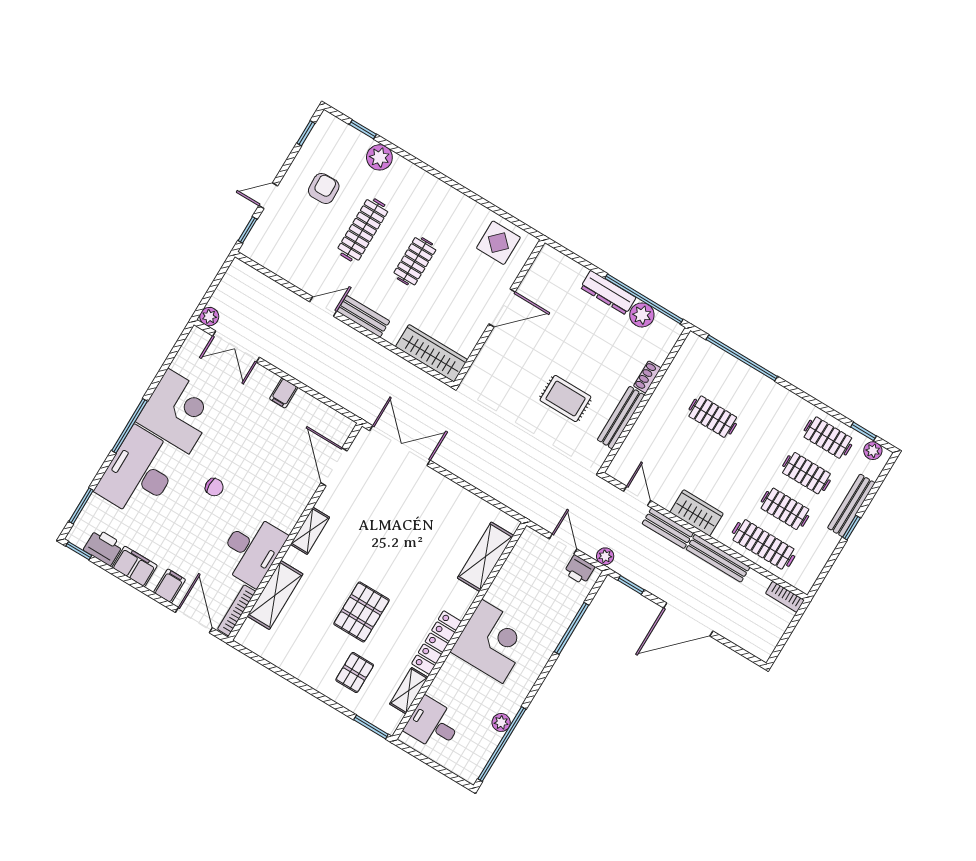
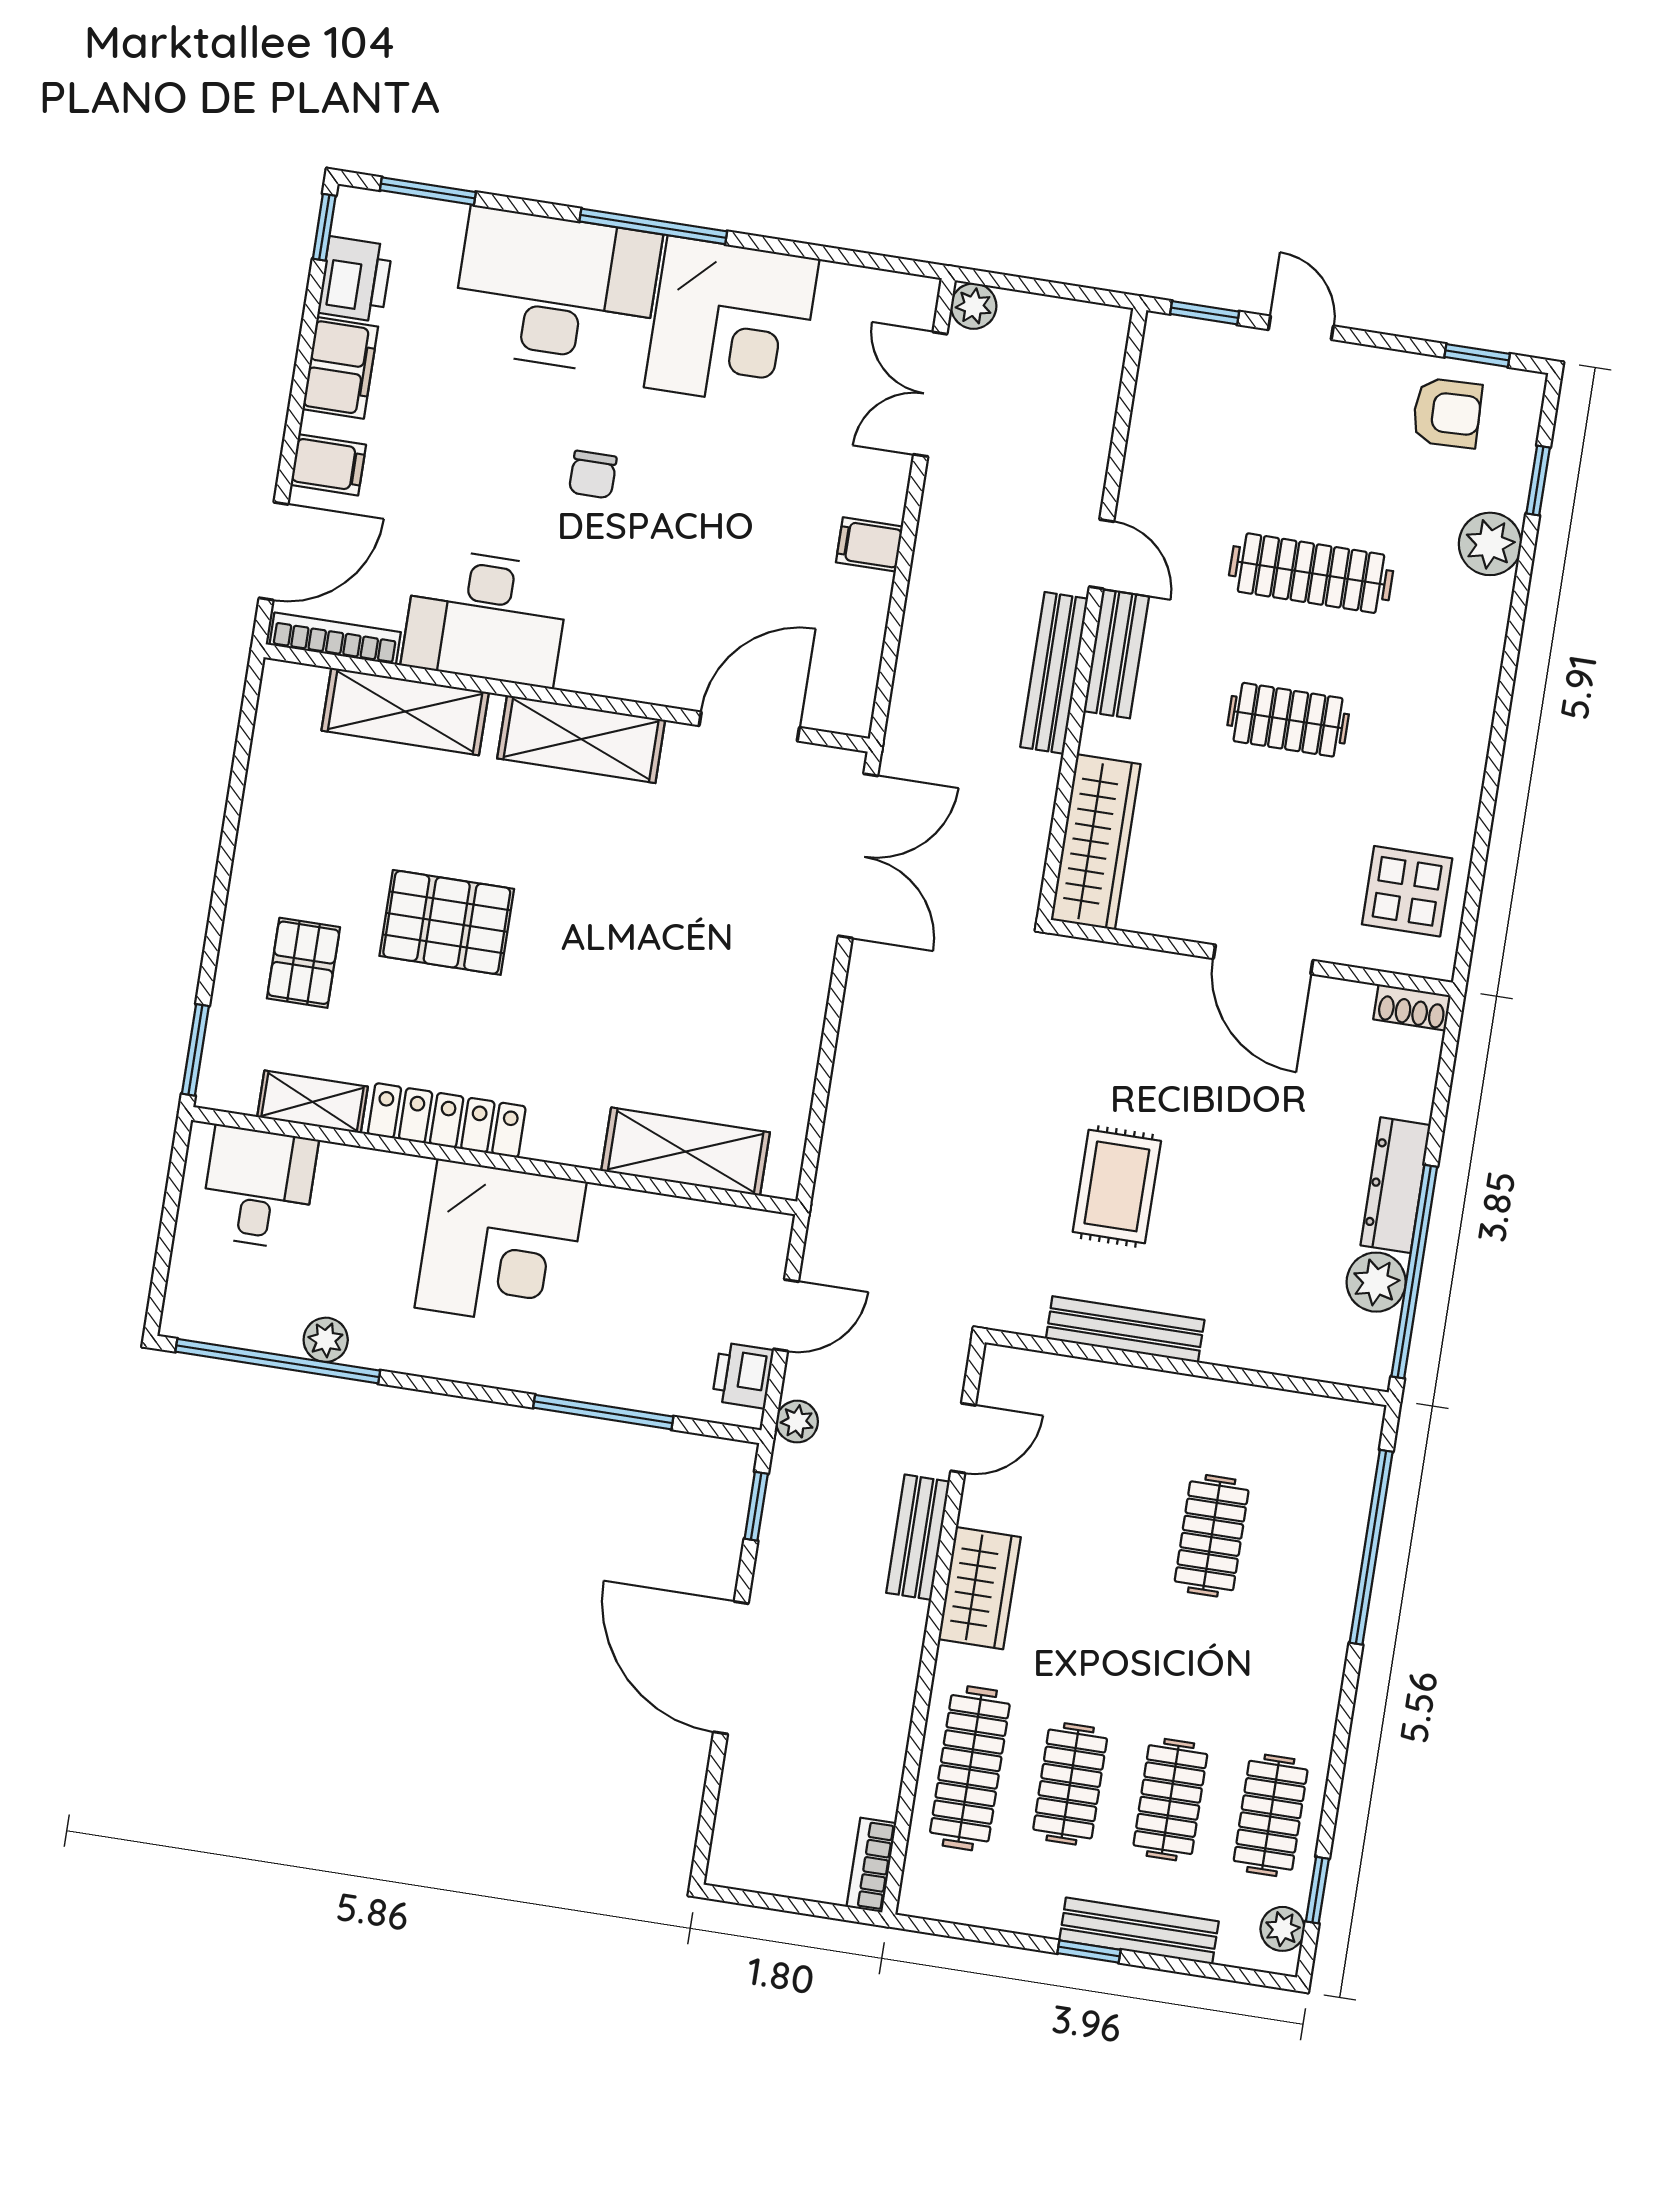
armchair: (324, 189) -> (1447, 413), moved
shoe rack: (647, 377) -> (1412, 1007), moved, turned 180
shelving: (310, 531) -> (581, 739), width x1.50, depth x1.33
bench: (718, 558) -> (1054, 673), moved
pallet: (355, 673) -> (303, 963), turned 90

